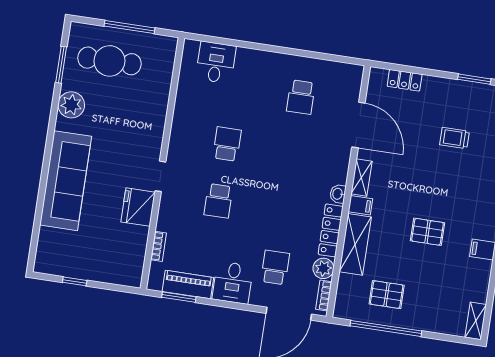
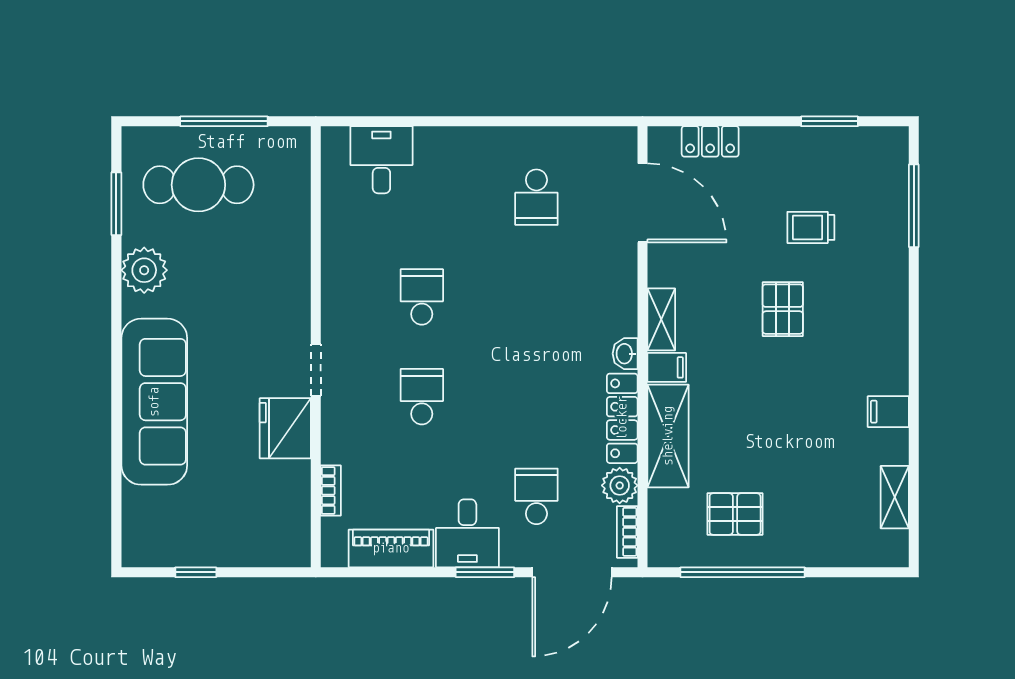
door: (358, 125) -> (642, 203), moved
school desk: (218, 201) -> (422, 397), turned 180
pallet: (428, 232) -> (783, 309), moved, turned 90
window: (179, 297) -> (485, 572), moved
shelving: (476, 321) -> (895, 497), moved

